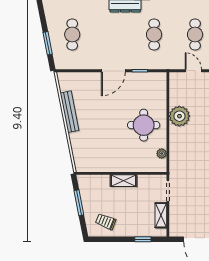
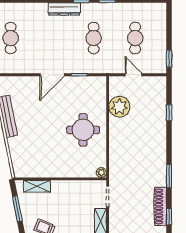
plant: (179, 116) -> (119, 107), moved
plant: (162, 154) -> (101, 173), moved
shelving: (123, 181) -> (37, 186), moved

